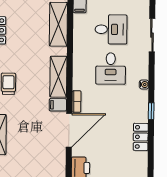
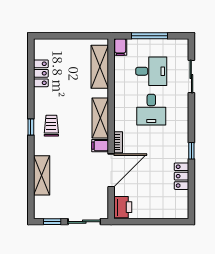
water cooler: (144, 85) -> (184, 125), removed

